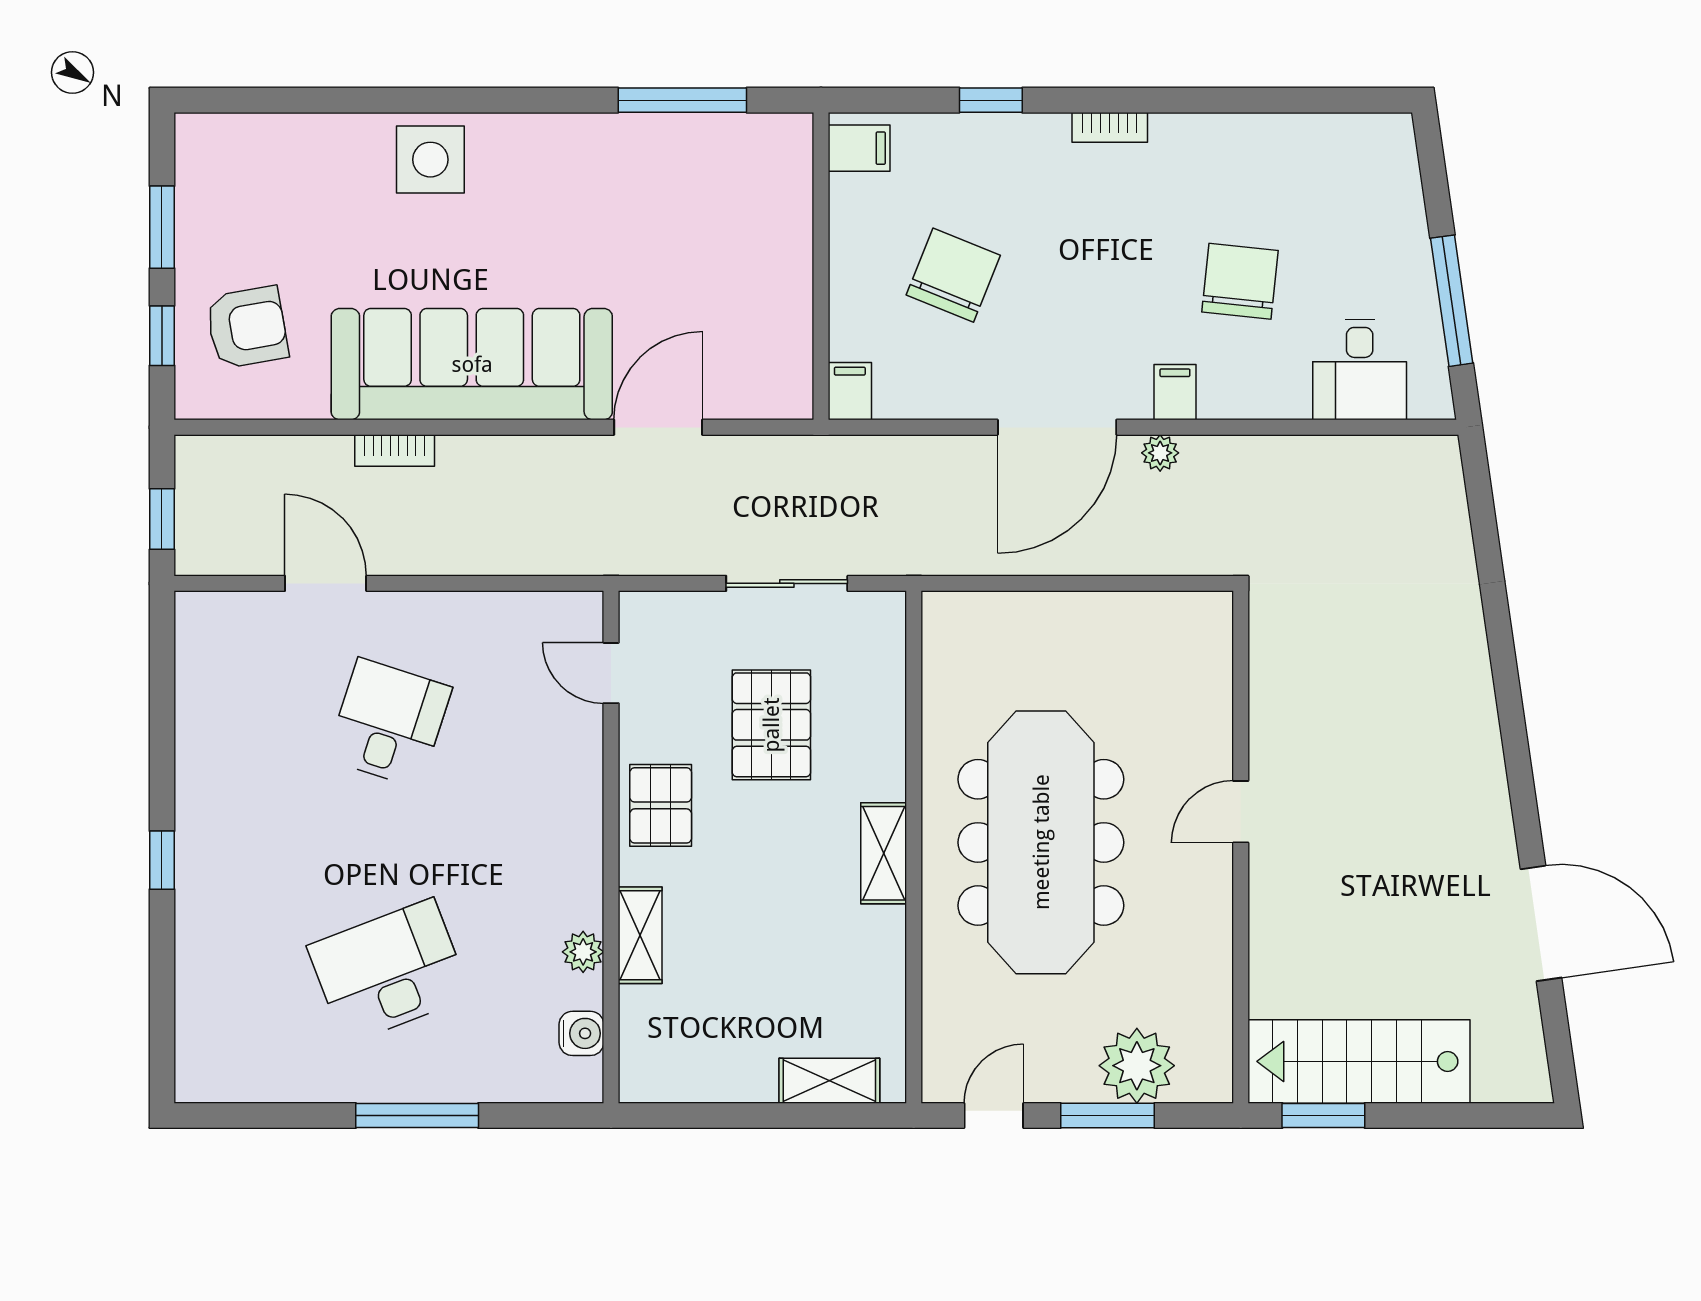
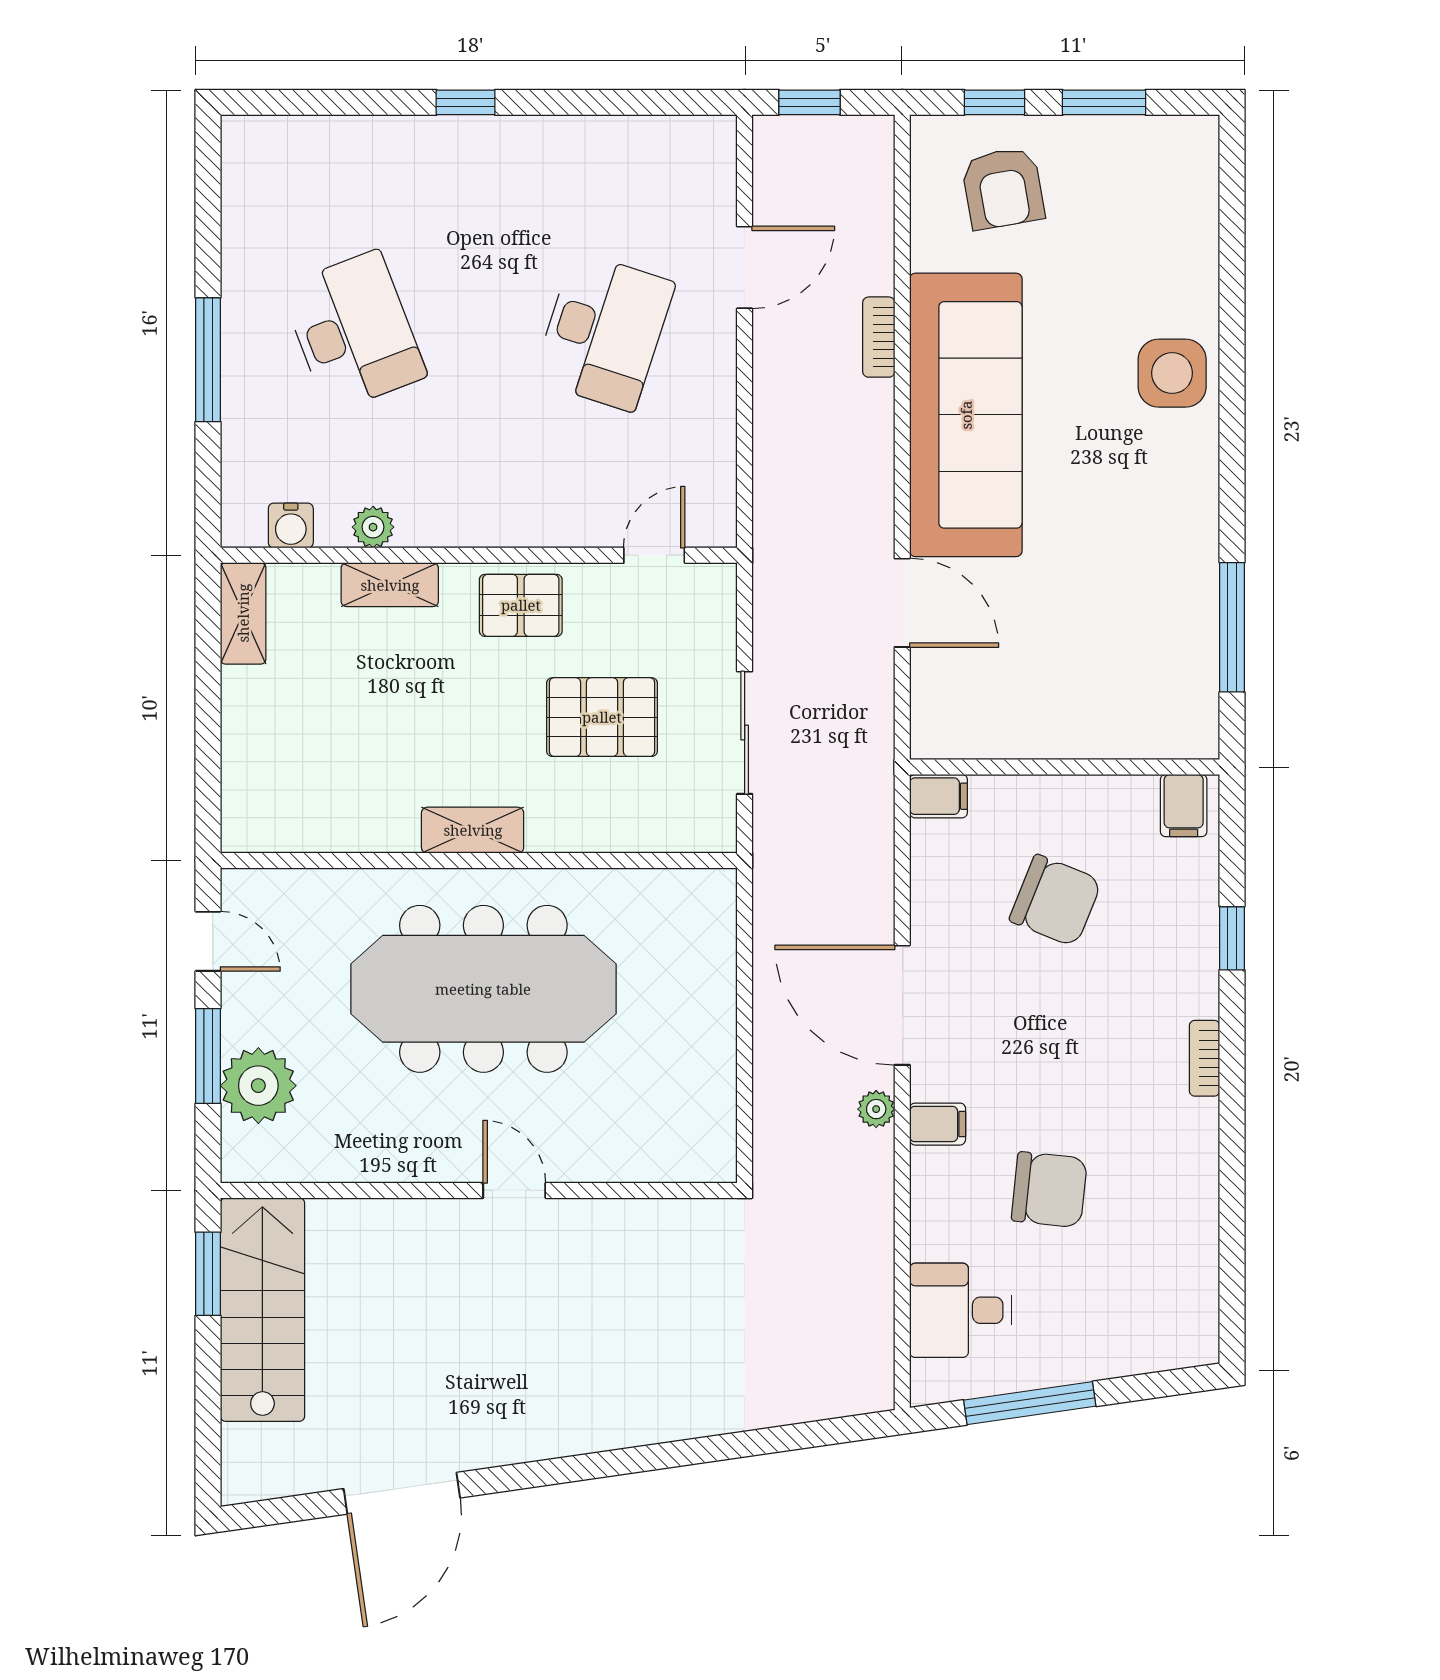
desk: (389, 723) -> (604, 331), width x1.37
shelving: (829, 1081) -> (243, 613), moved

